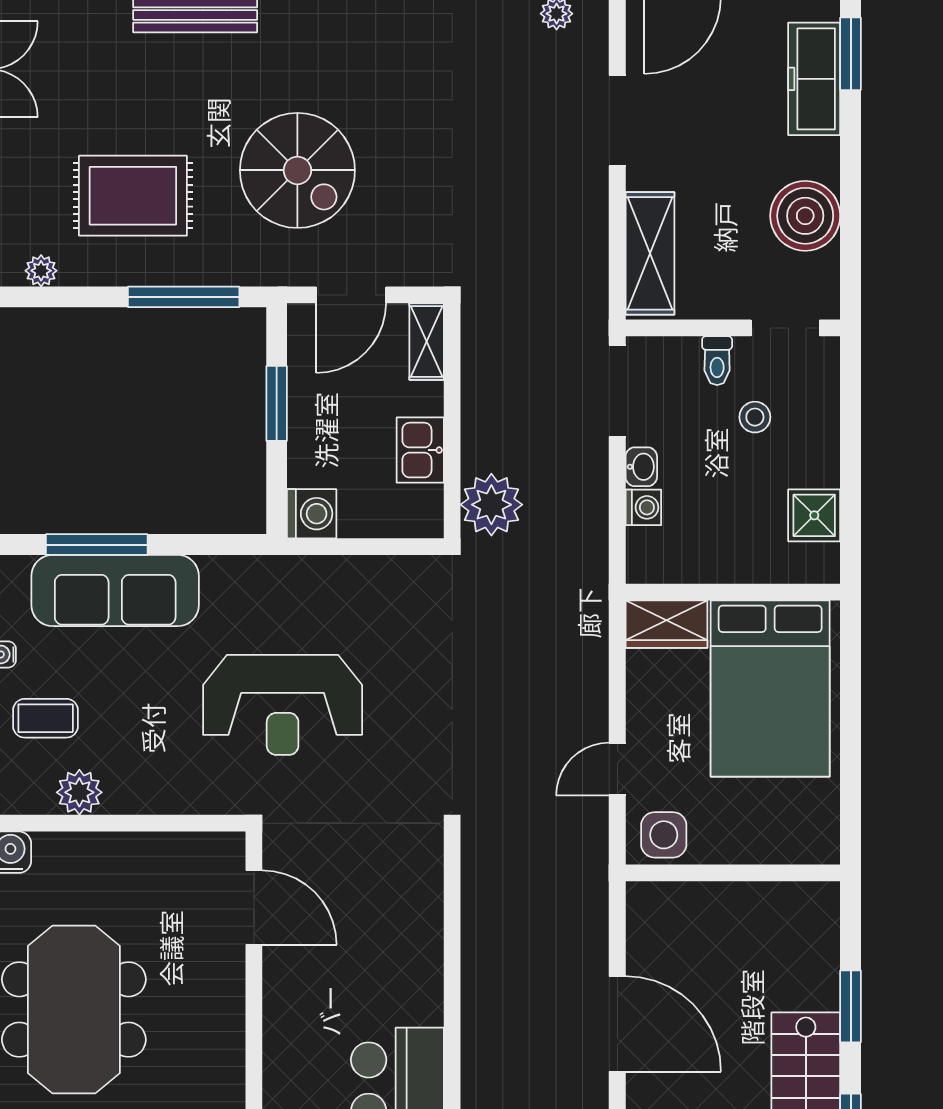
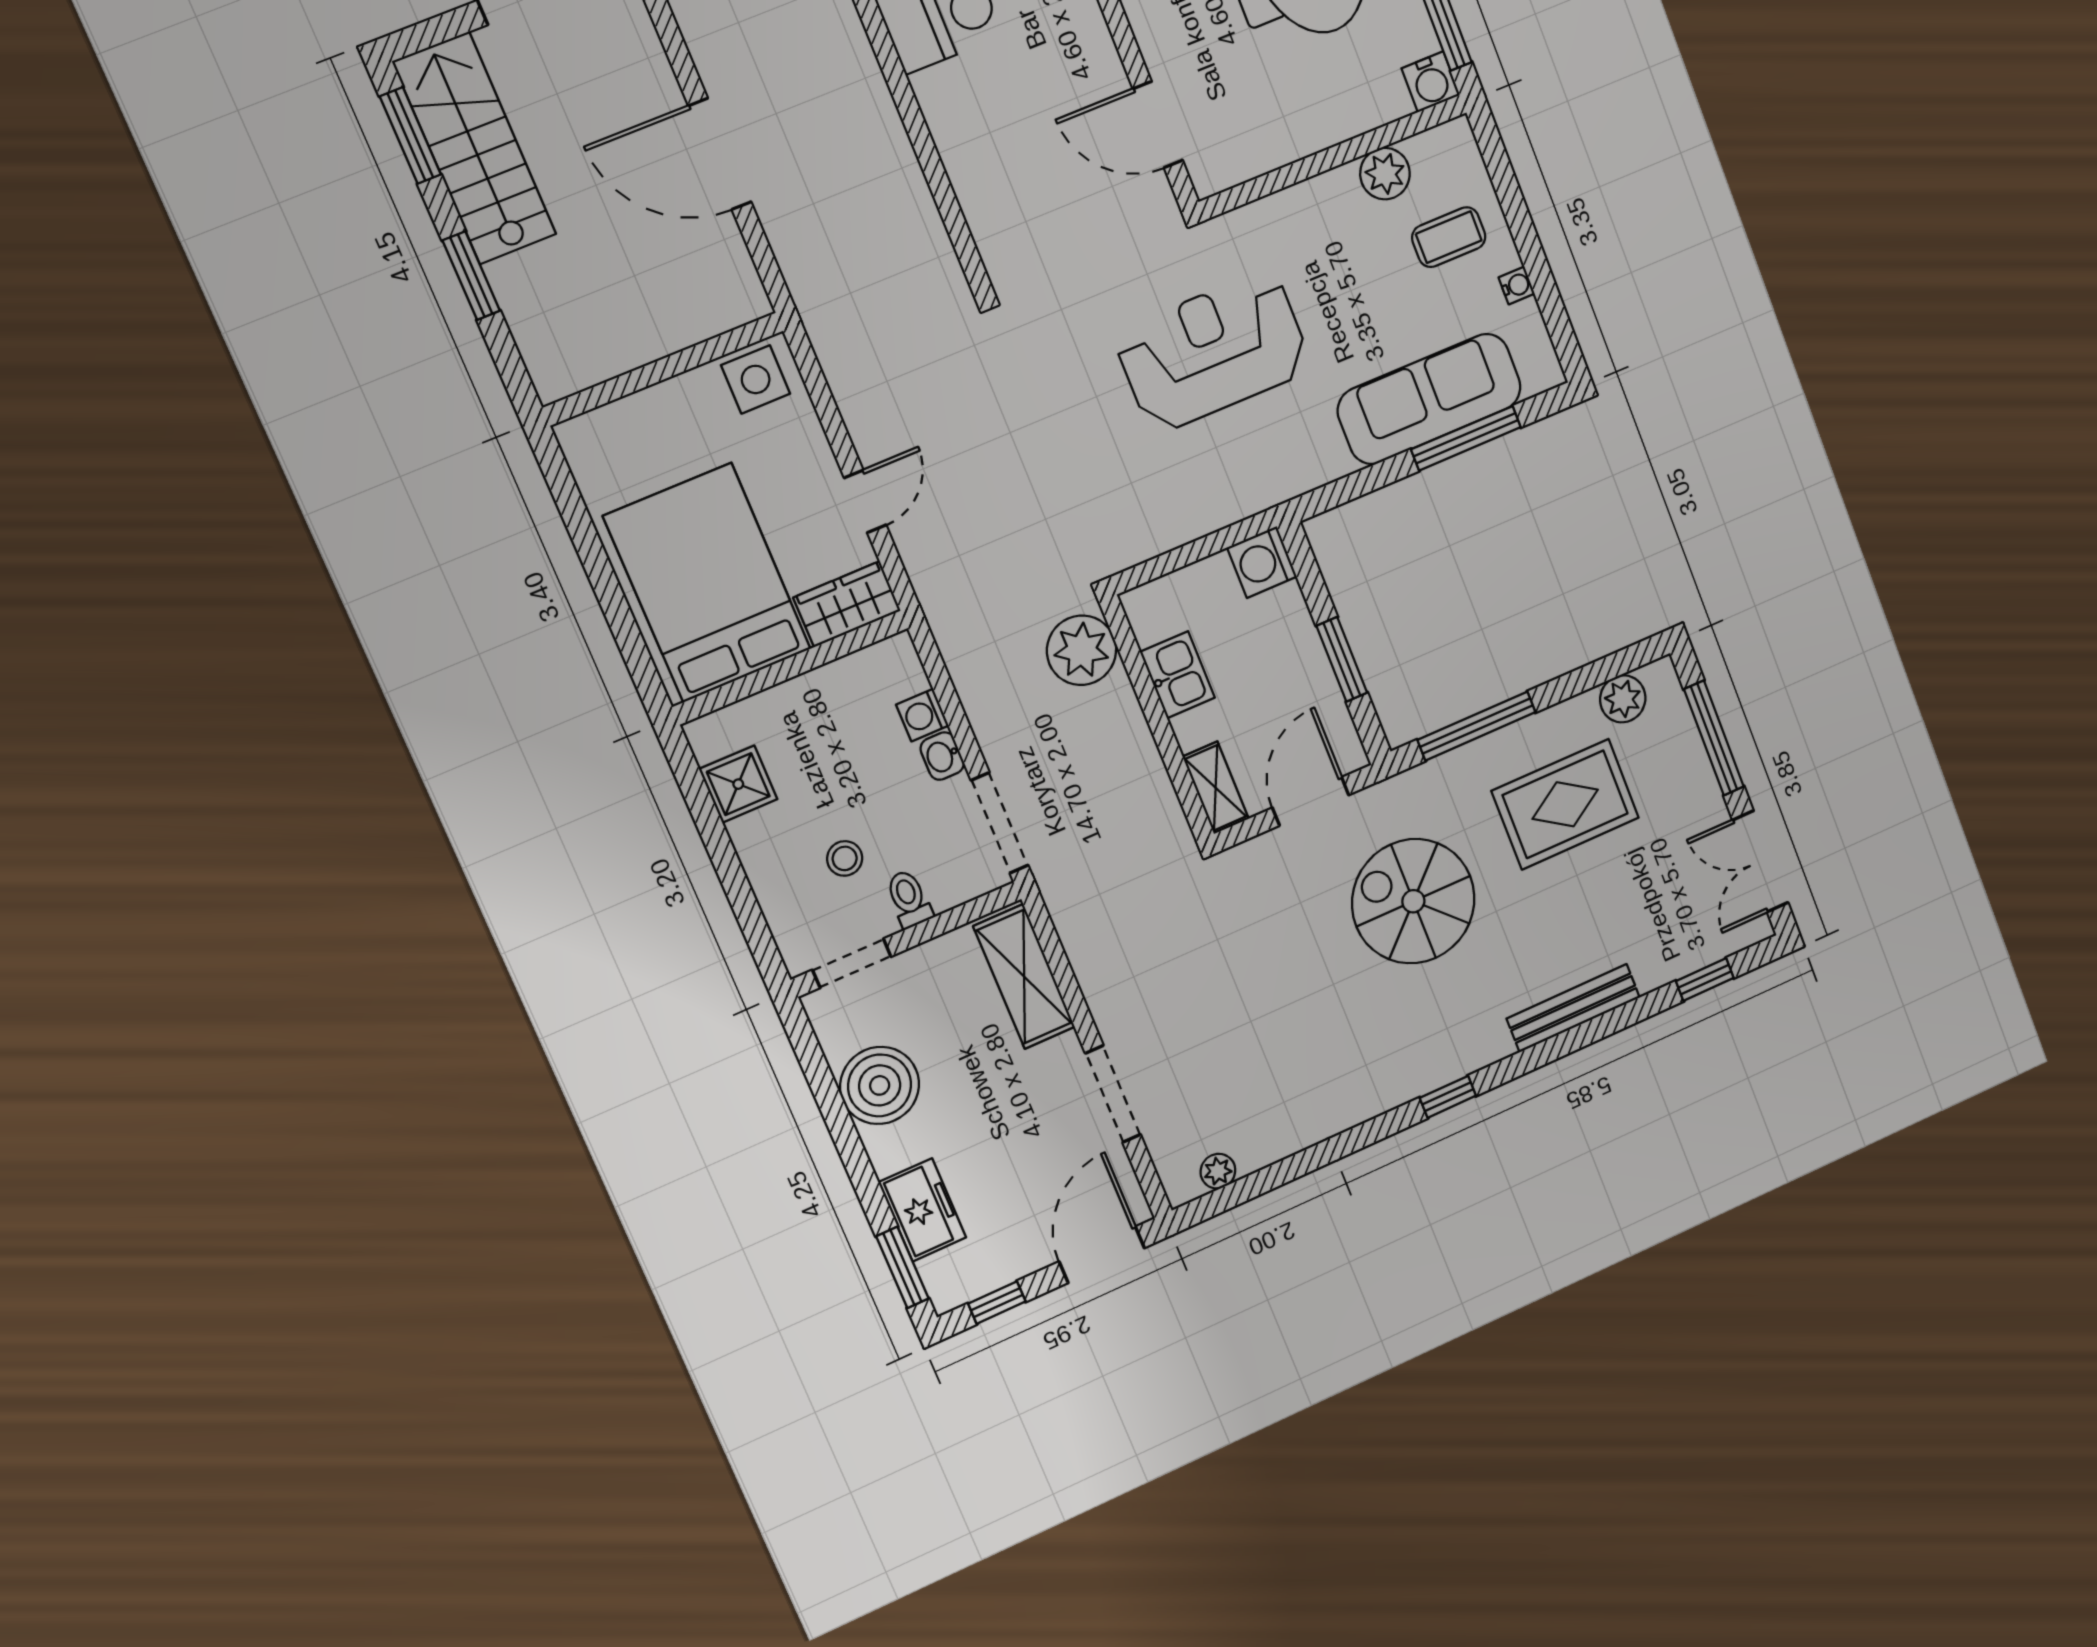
freezer: (814, 79) -> (922, 1210), width x0.71
plant: (41, 271) -> (1623, 699), width x1.38, depth x1.38
door: (617, 769) -> (865, 501), moved

